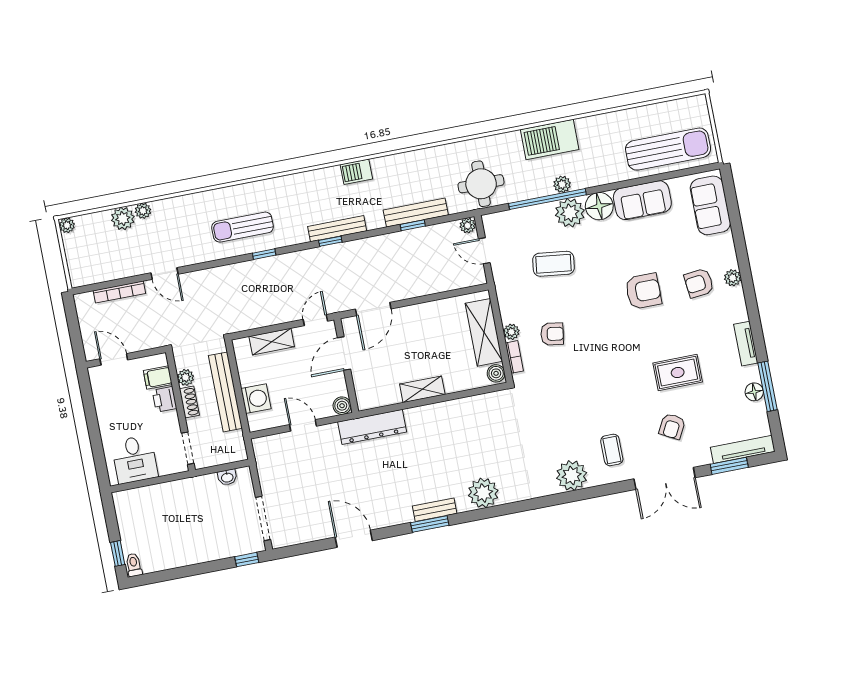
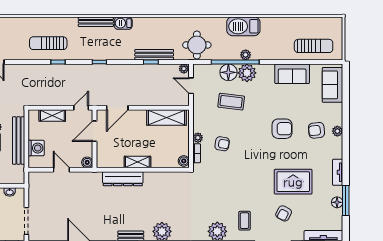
sun lounger: (668, 149) -> (314, 46), width x0.73, depth x0.75
floor lamp: (599, 206) -> (228, 72), moved
bench: (337, 229) -> (96, 22), moved
shelving: (484, 332) -> (166, 118), moved, turned 90
rug: (678, 372) -> (293, 182), width x1.36, depth x1.43
dresser: (372, 427) -> (123, 179), moved

